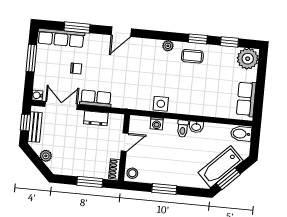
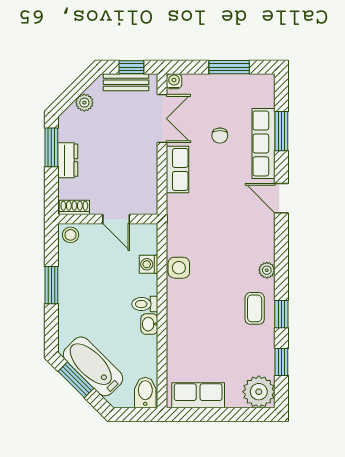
row of seats: (61, 38) -> (264, 143), moved
dresser: (96, 118) -> (68, 160), moved, turned 180
window: (90, 182) -> (51, 147), moved

